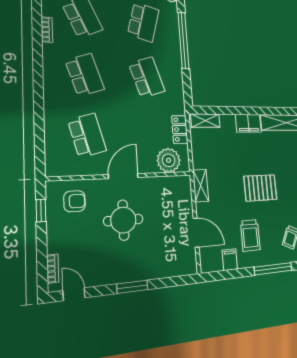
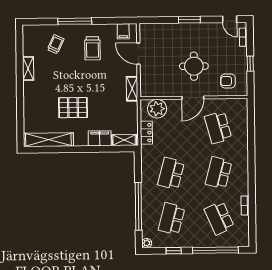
school desk: (85, 75) -> (219, 173), turned 33
school desk: (147, 77) -> (171, 173), turned 33
filing cabinet: (248, 123) -> (100, 138), moved
pallet: (260, 188) -> (73, 108), moved
window: (41, 211) -> (250, 64), moved
trolley: (250, 235) -> (93, 48), turned 180
filing cabinet: (230, 260) -> (123, 31), moved

